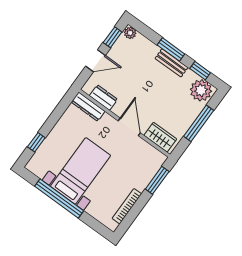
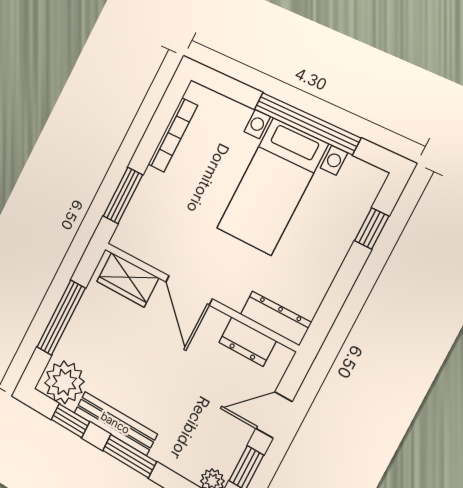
bench: (171, 63) -> (115, 423), width x1.36

